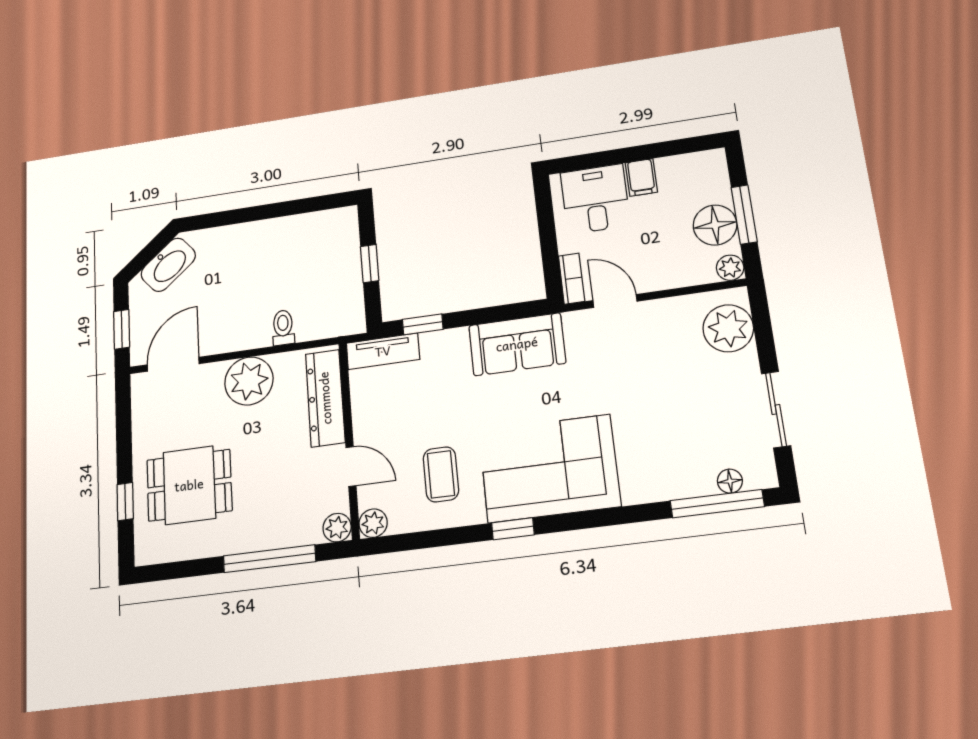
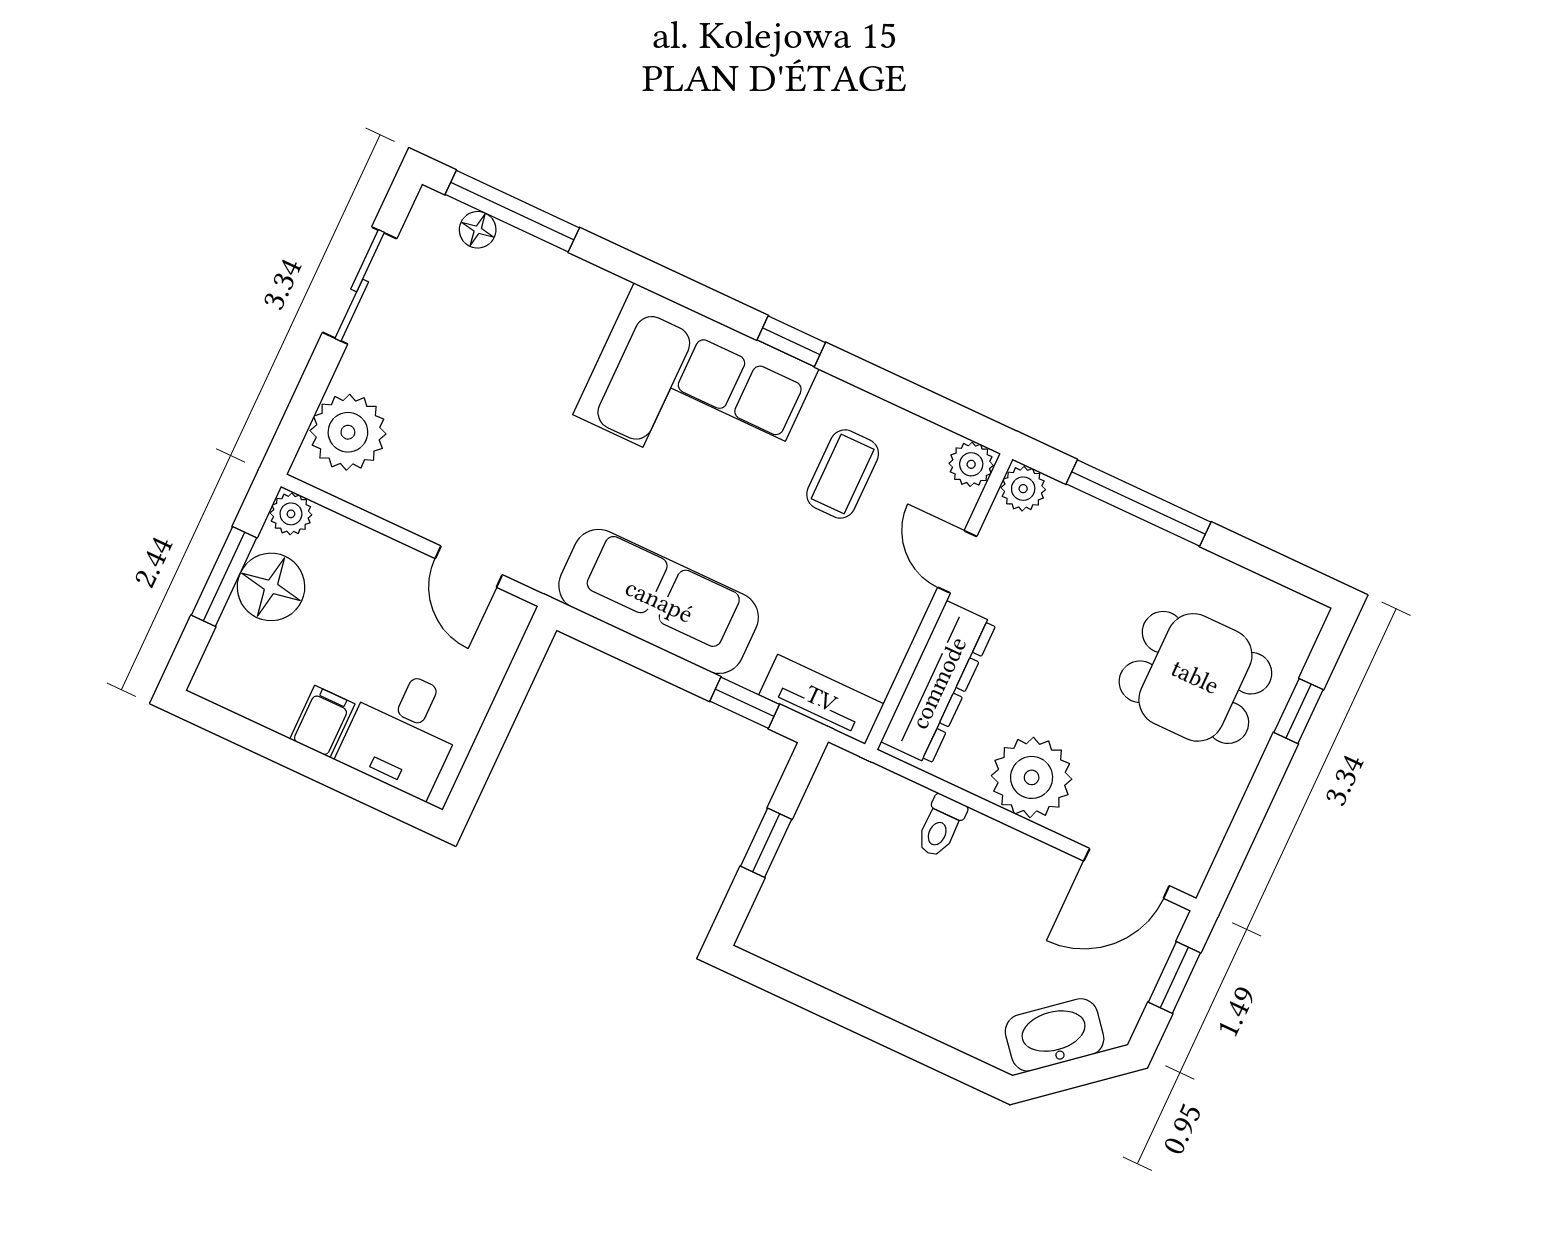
bookcase: (572, 279) -> (506, 636), removed
sofa: (517, 344) -> (659, 601), width x1.36

